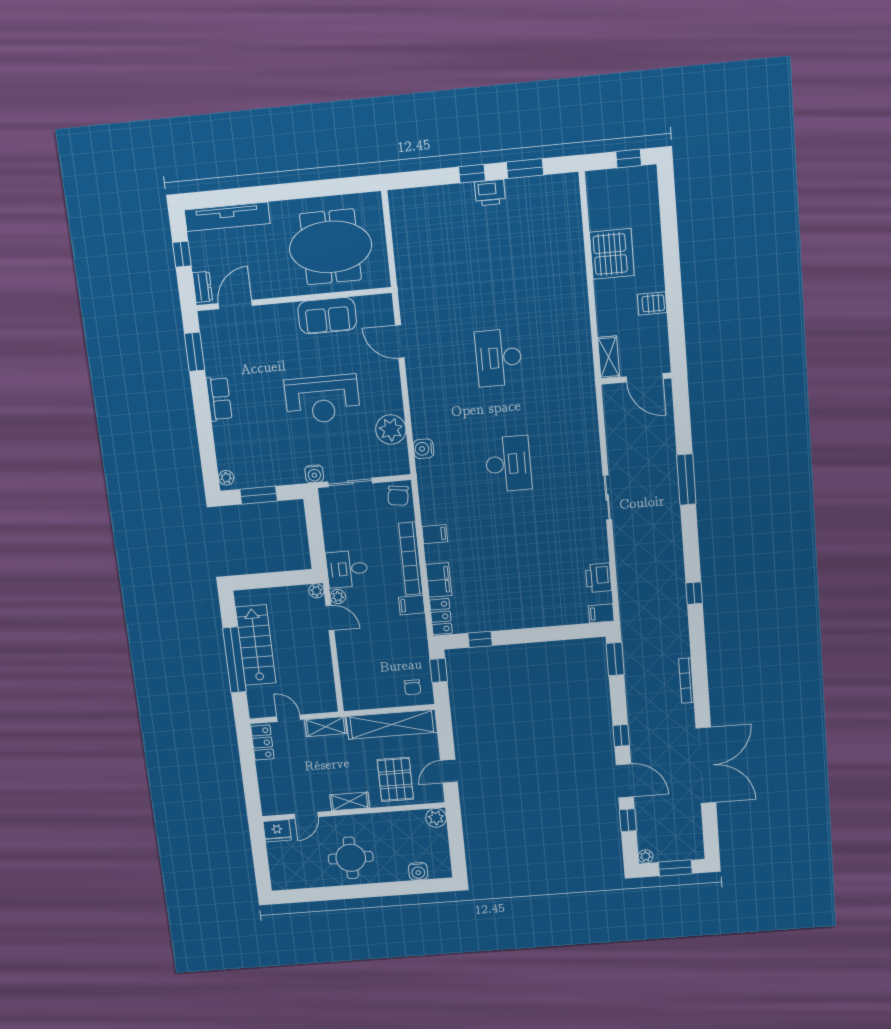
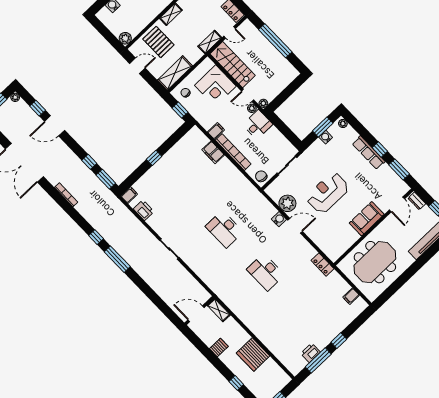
window: (525, 169) -> (318, 360), width x1.44
printer: (490, 193) -> (311, 353), moved
window: (669, 232) -> (236, 383), added
sofa: (327, 316) -> (367, 219), moved
door: (400, 342) -> (295, 226), moved
desk: (499, 358) -> (266, 272), turned 180
row of seats: (219, 399) -> (369, 153), width x1.48
window: (201, 401) -> (380, 149), added
water cooler: (424, 449) -> (279, 219), moved
water cooler: (314, 474) -> (326, 137), moved
window: (686, 480) -> (117, 259), moved
filing cabinet: (435, 534) -> (351, 296), moved
locker: (441, 617) -> (322, 265), moved
window: (480, 639) -> (154, 158), moved
stairs: (256, 645) -> (233, 65), moved, turned 180
corner desk: (364, 665) -> (215, 86), added
shelving: (392, 724) -> (175, 73), width x0.68
window: (621, 735) -> (89, 162), moved
door: (449, 771) -> (137, 66), hinge flipped

